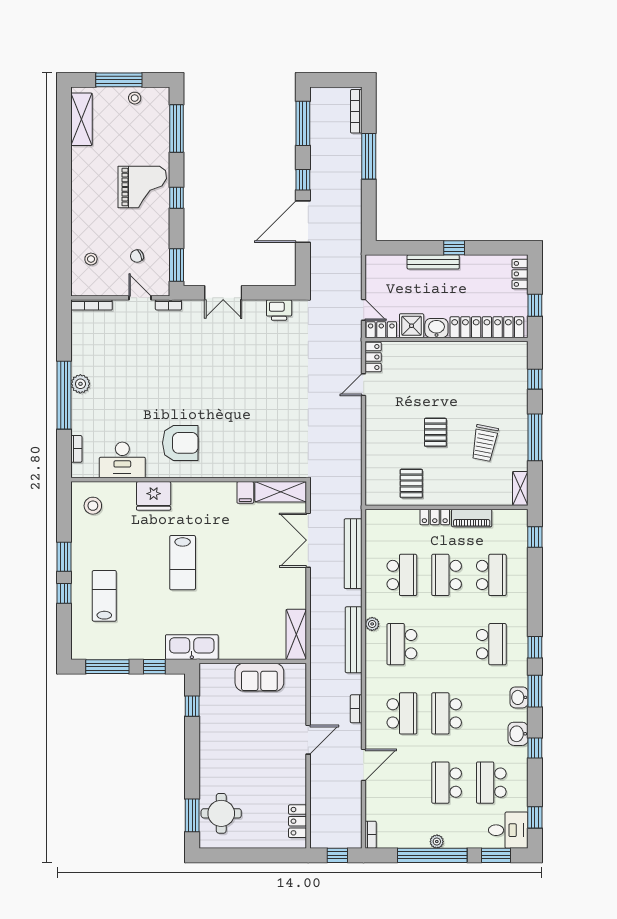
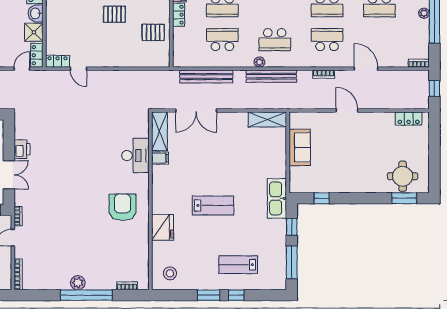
printer: (279, 310) -> (22, 149), moved
desk: (122, 460) -> (135, 156), moved

